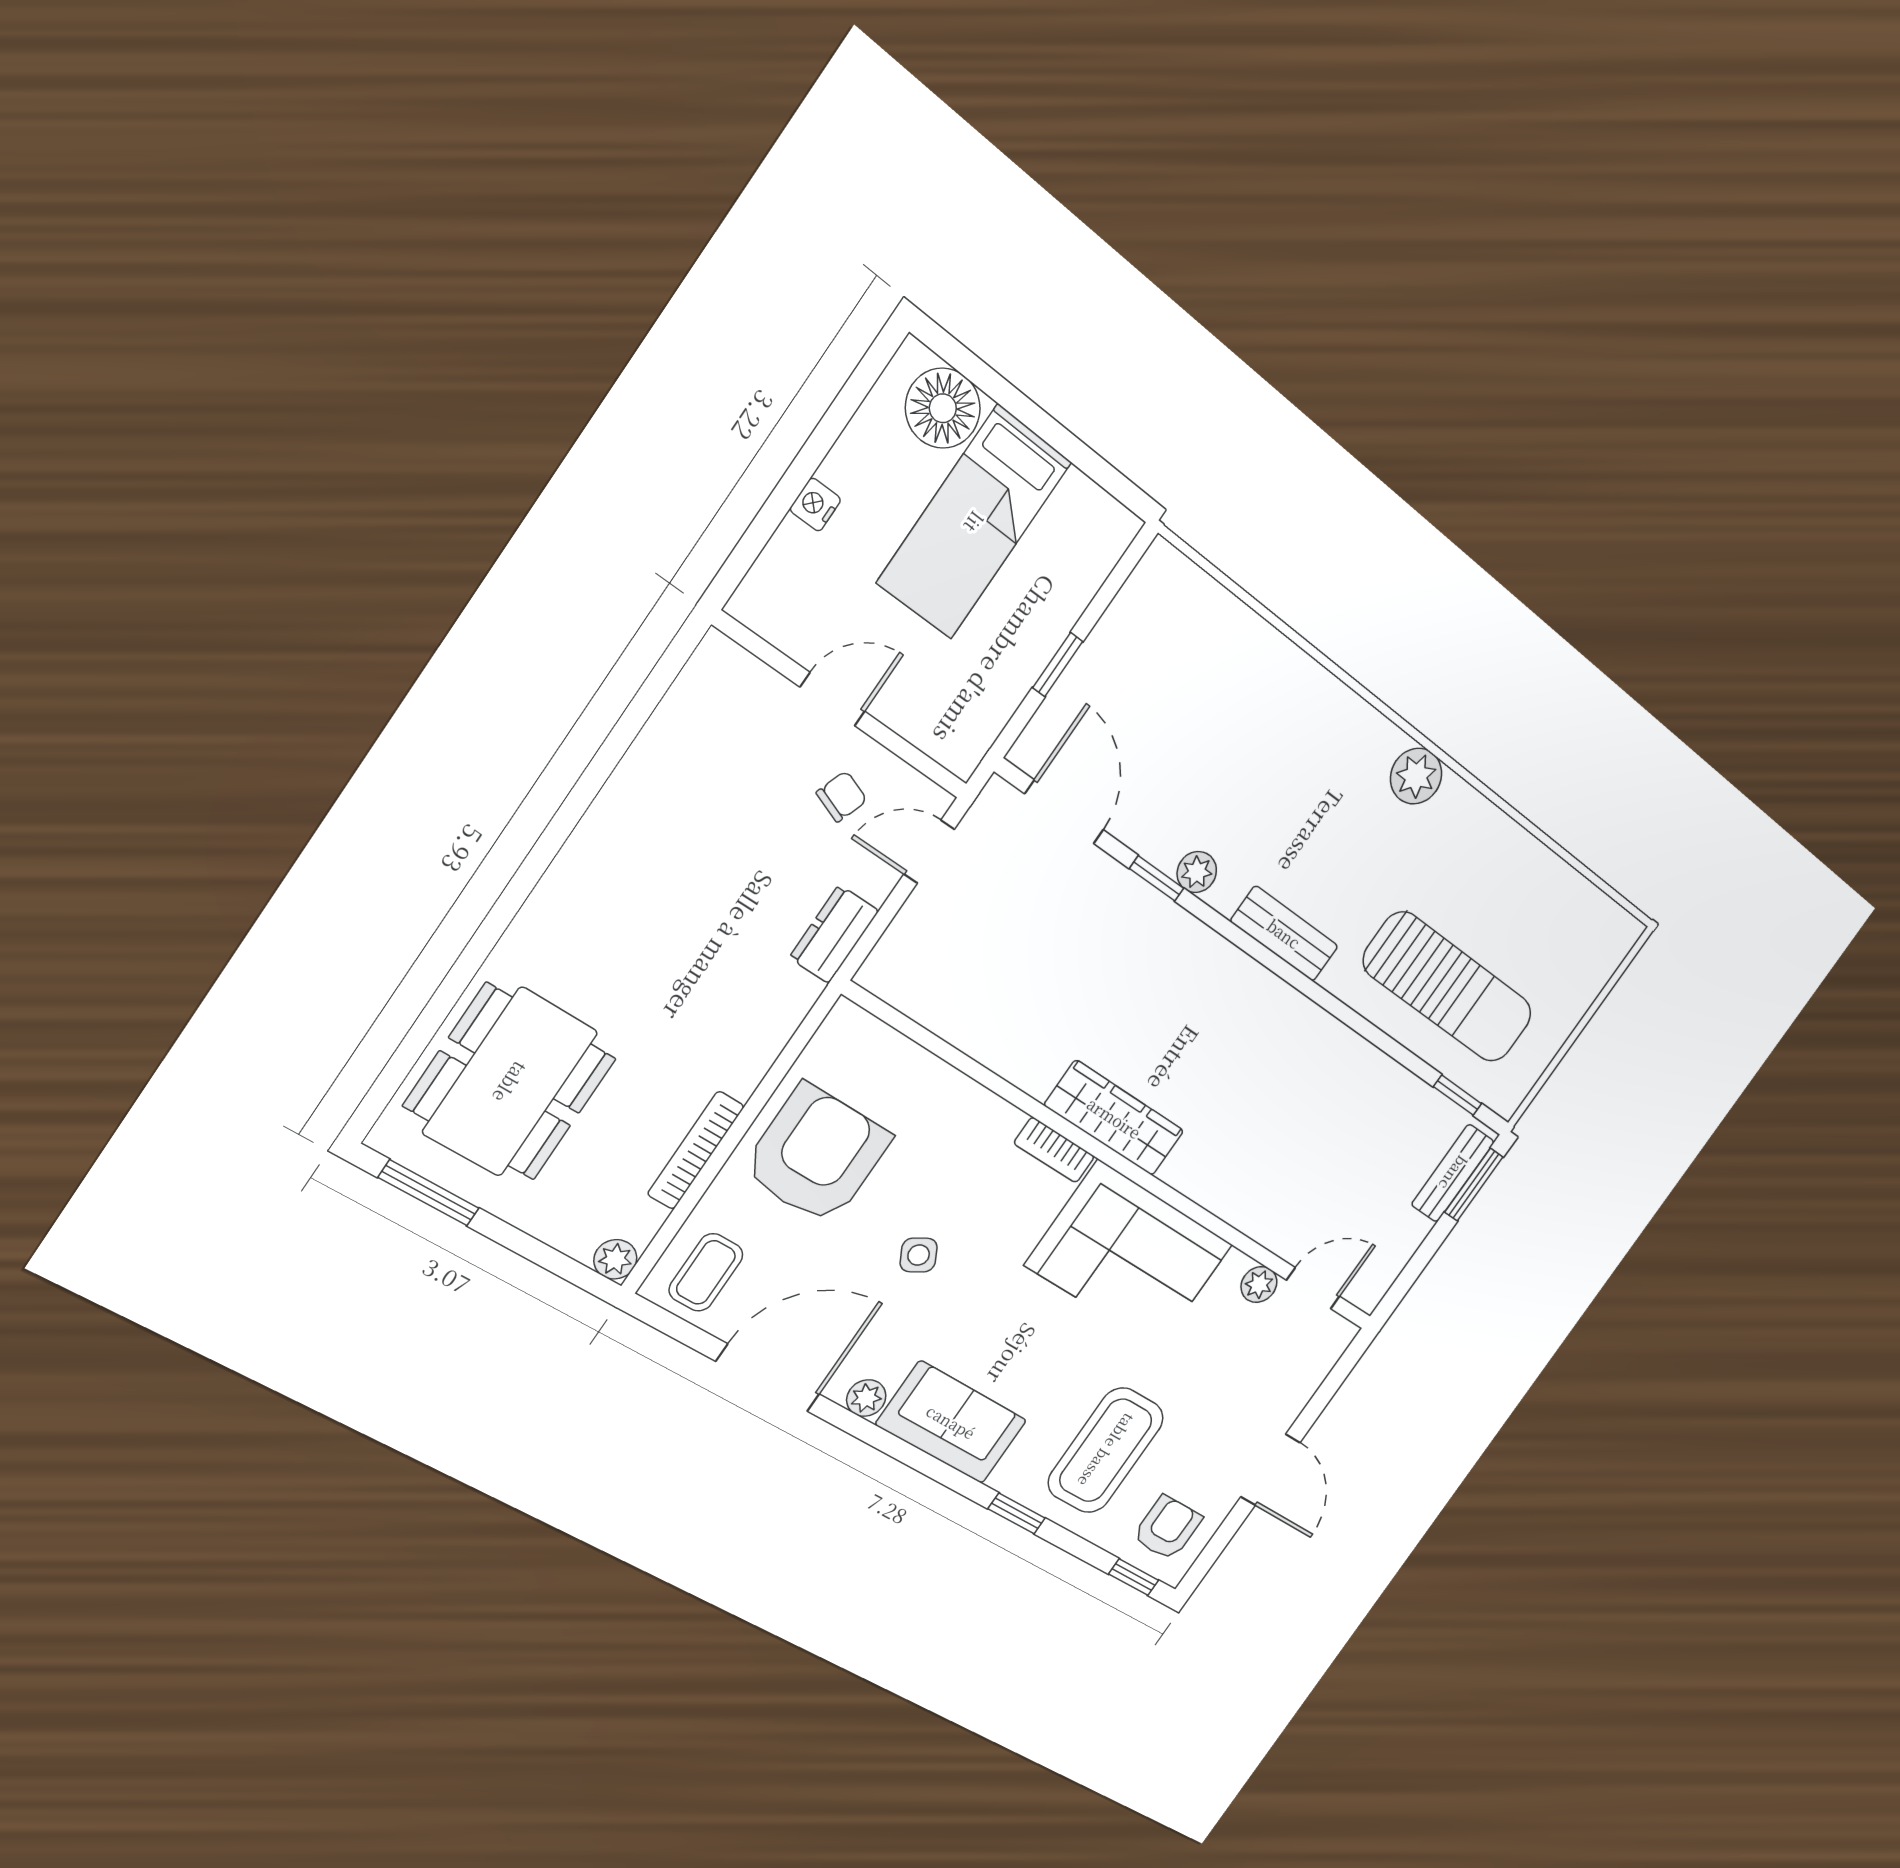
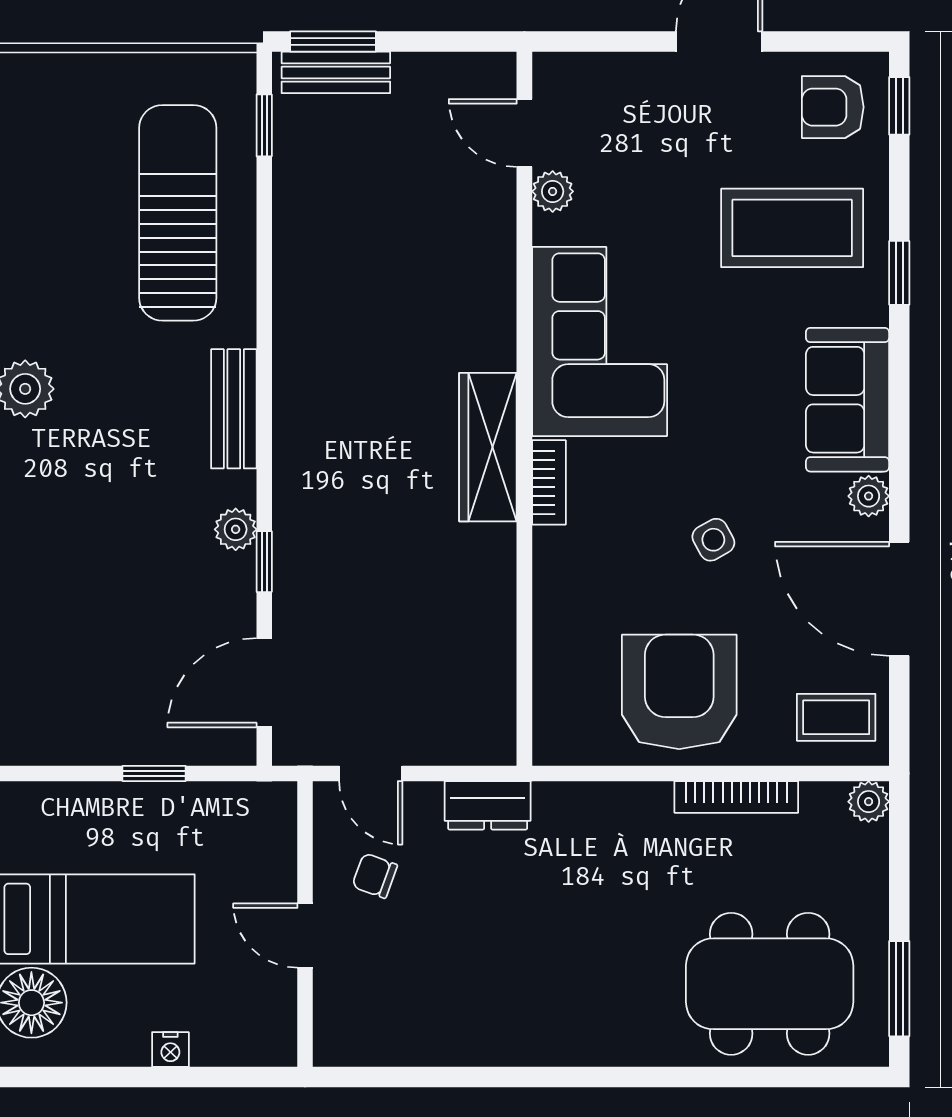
armchair: (817, 1155) -> (679, 692), turned 90

